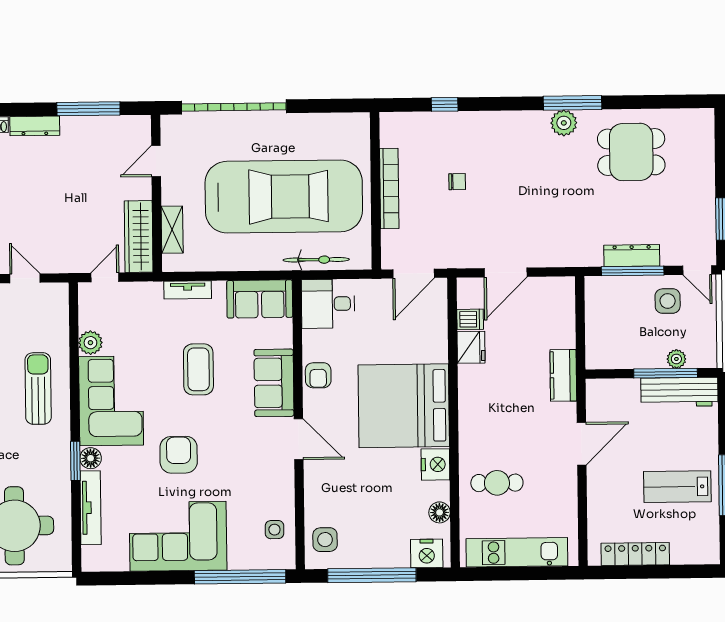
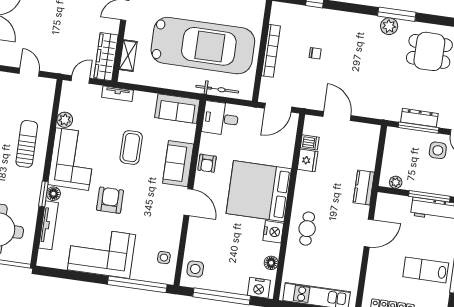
door: (506, 272) -> (337, 116), swing flipped
tv unit: (188, 290) -> (118, 94), moved
plant: (676, 359) -> (396, 182), moved
cafe table: (497, 483) -> (307, 229), moved, turned 90

